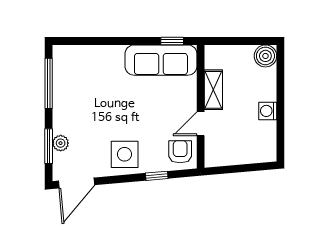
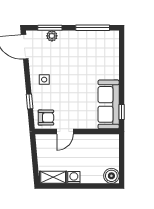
shelving: (213, 90) -> (53, 177), moved
door: (201, 124) -> (65, 132), swing flipped
side table: (125, 154) -> (44, 80), width x0.54, depth x0.54

